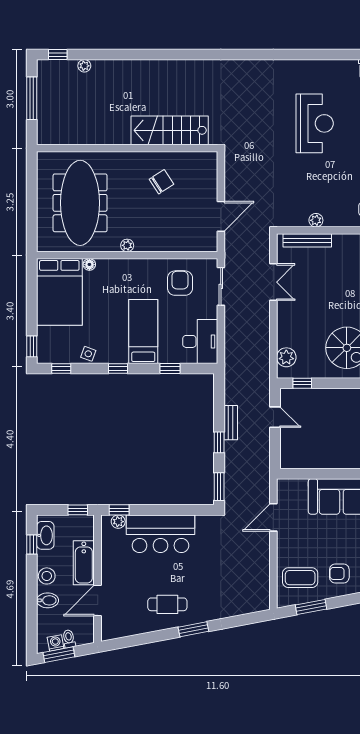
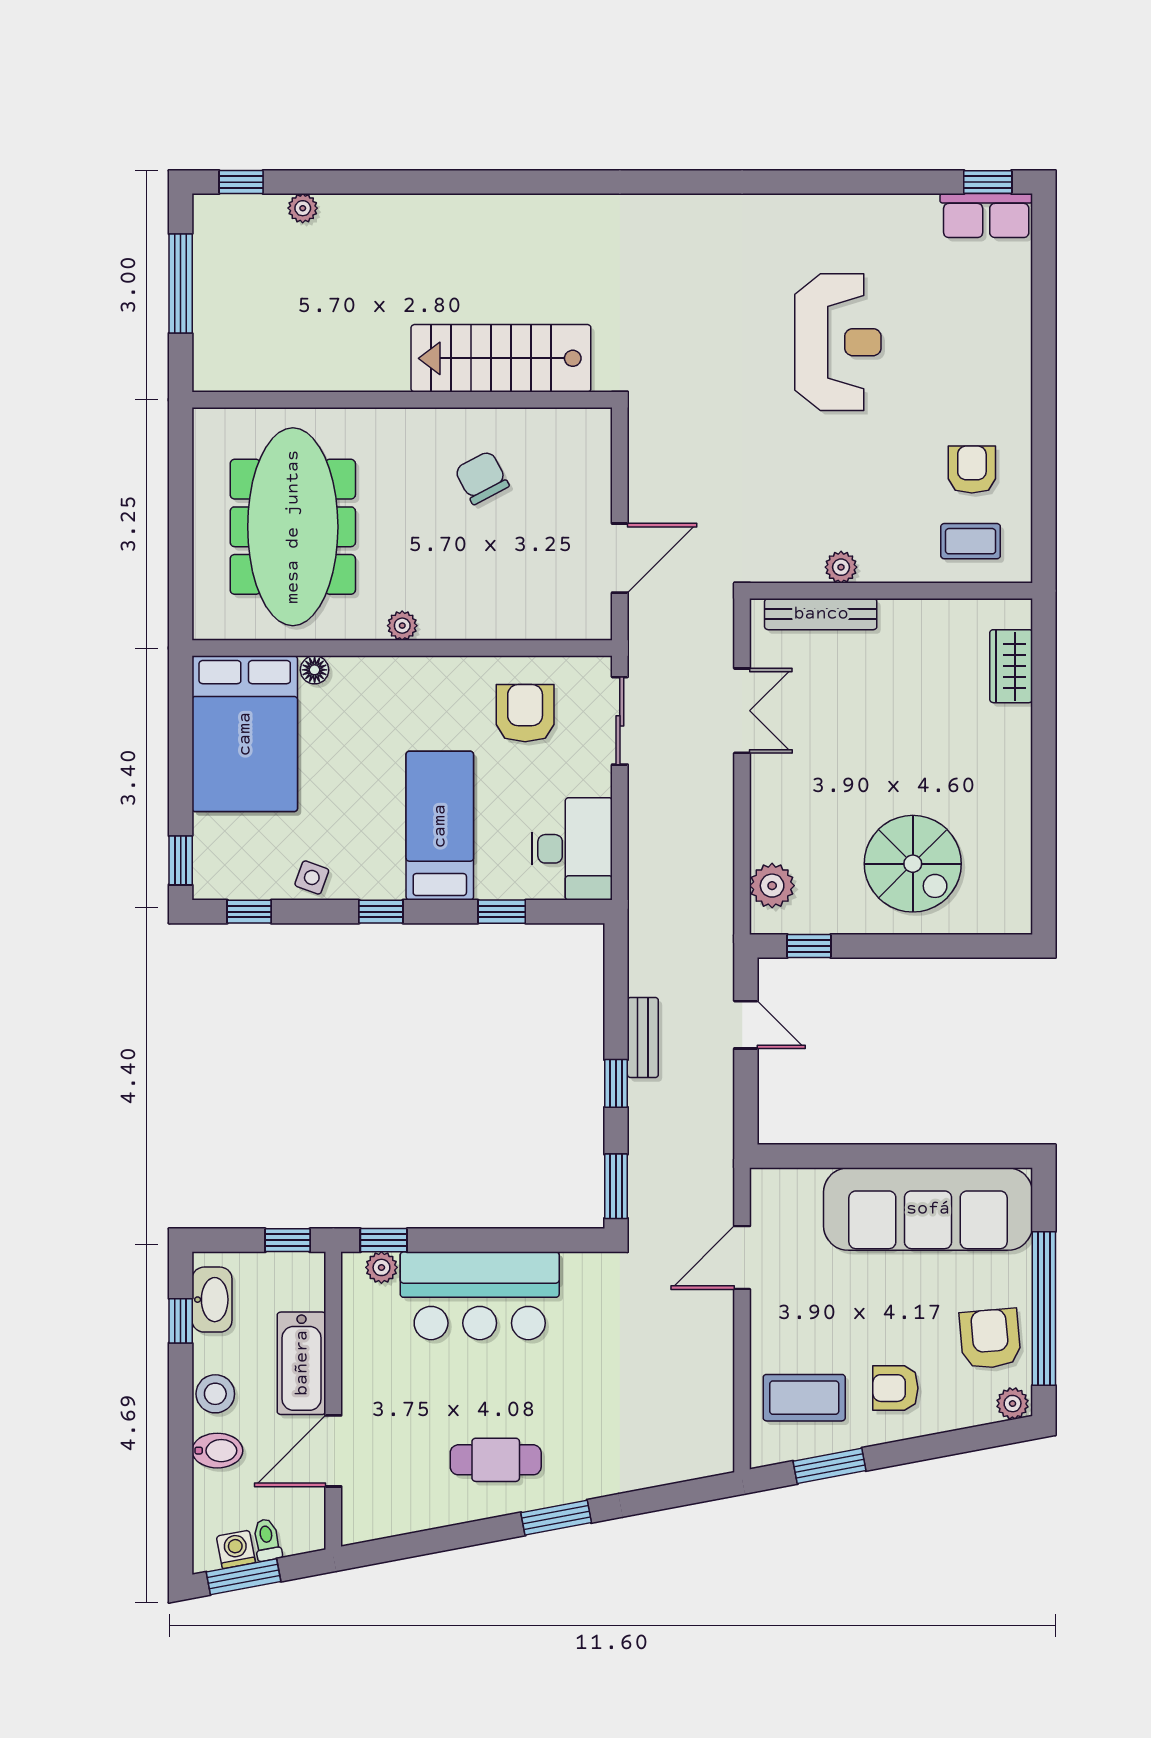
chair: (161, 182) -> (482, 478), turned -85

